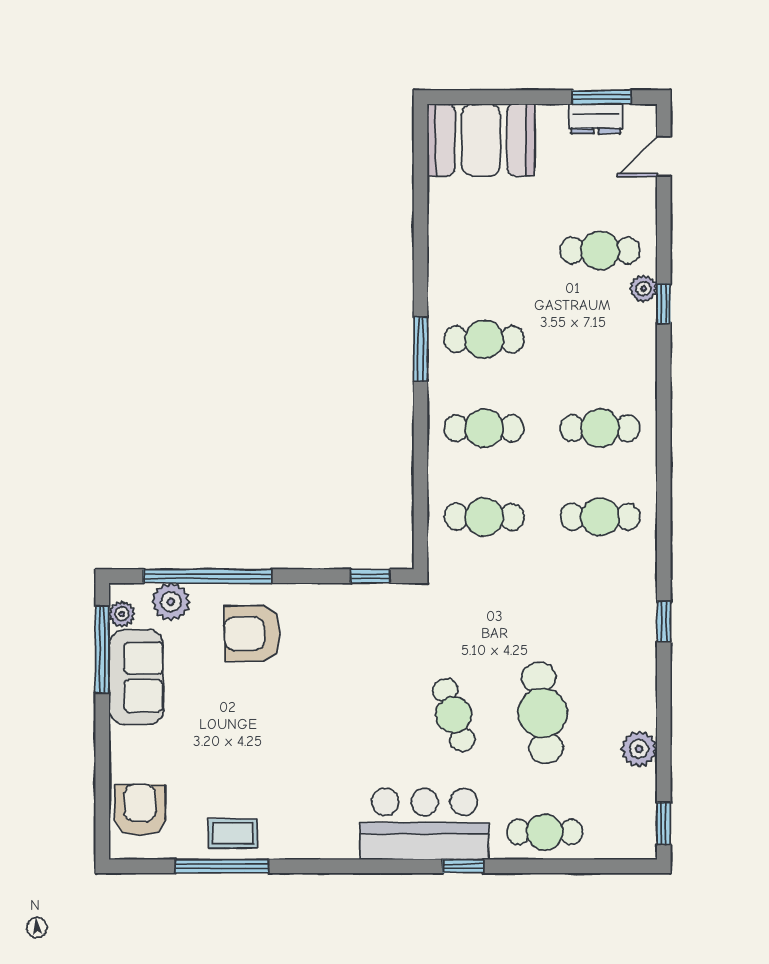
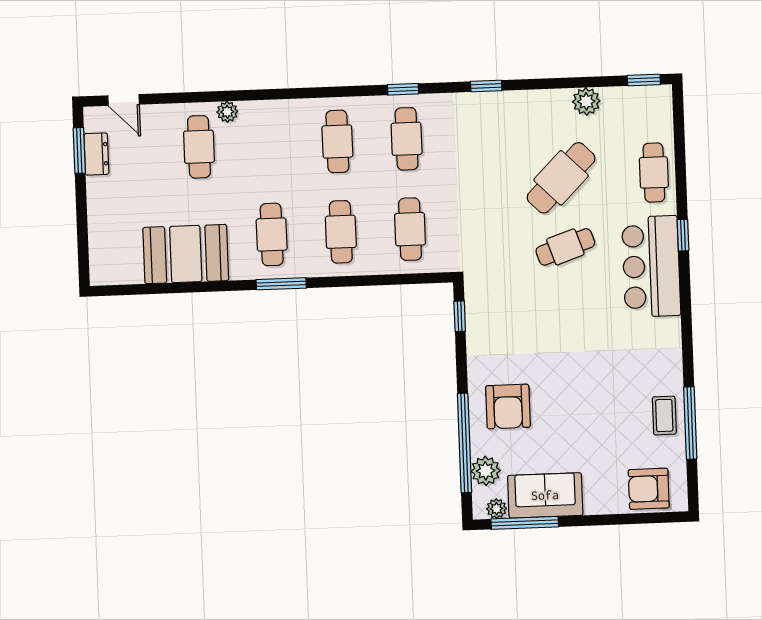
booth: (481, 140) -> (186, 254), moved, turned 90
window: (664, 304) -> (403, 89), moved
cafe table: (542, 713) -> (561, 178), turned -39

